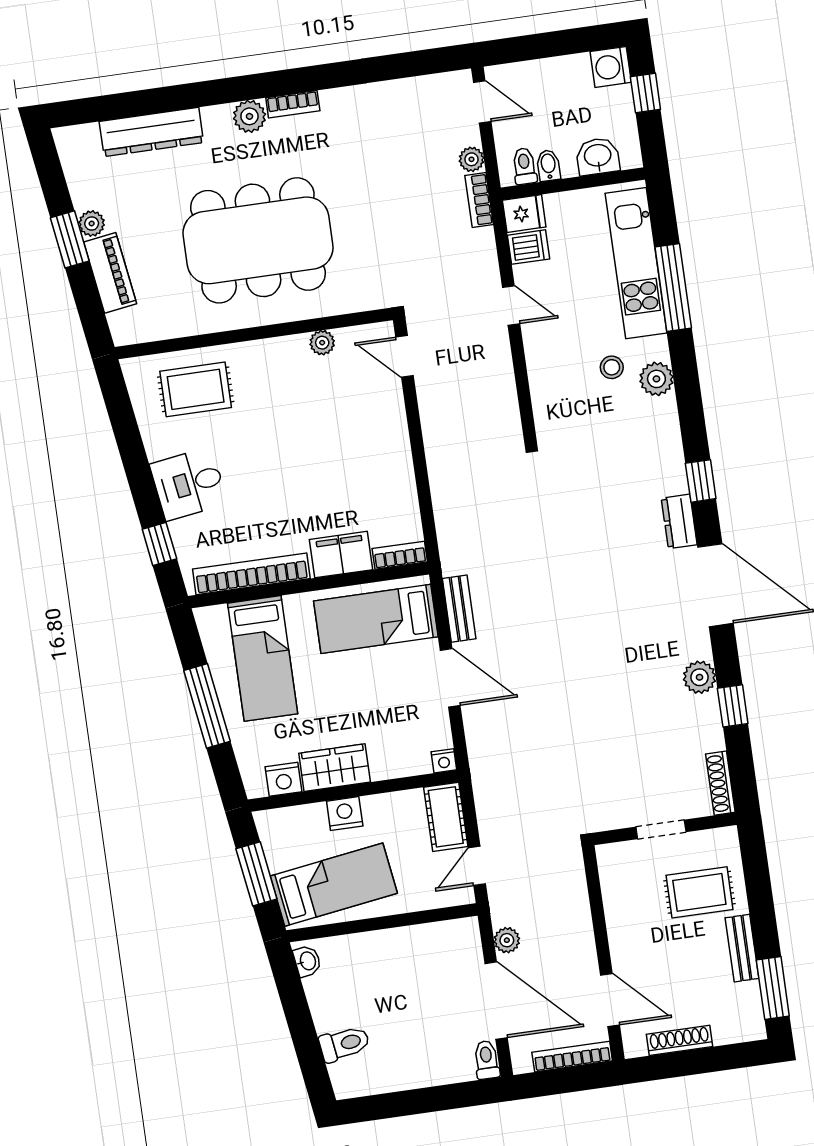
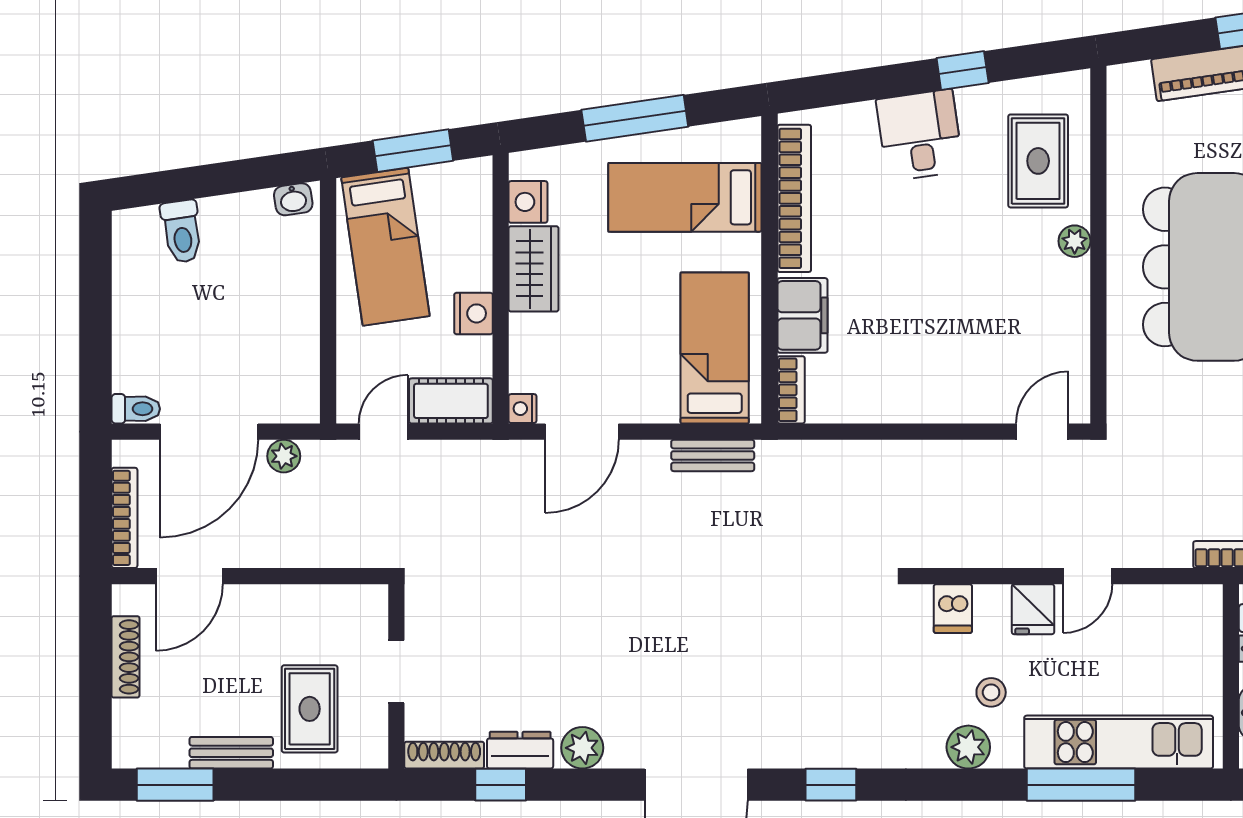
fridge: (524, 214) -> (1033, 609), moved
dishwasher: (529, 247) -> (953, 609), moved
plant: (322, 343) -> (1075, 241), moved
dresser: (679, 521) -> (520, 750), moved
window: (159, 544) -> (963, 71), moved
door: (450, 678) -> (582, 432), moved
window: (733, 706) -> (501, 785), moved
nightstand: (345, 814) -> (474, 313), moved
door: (477, 866) -> (383, 432), hinge flipped

